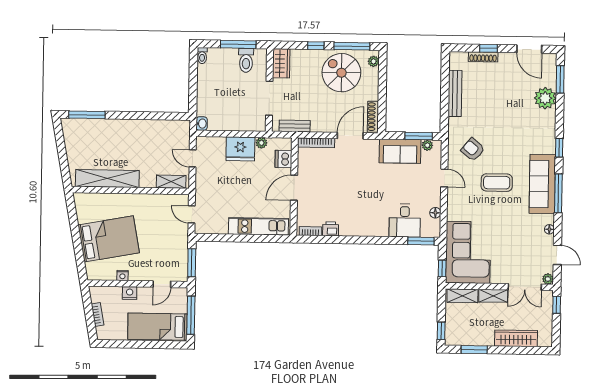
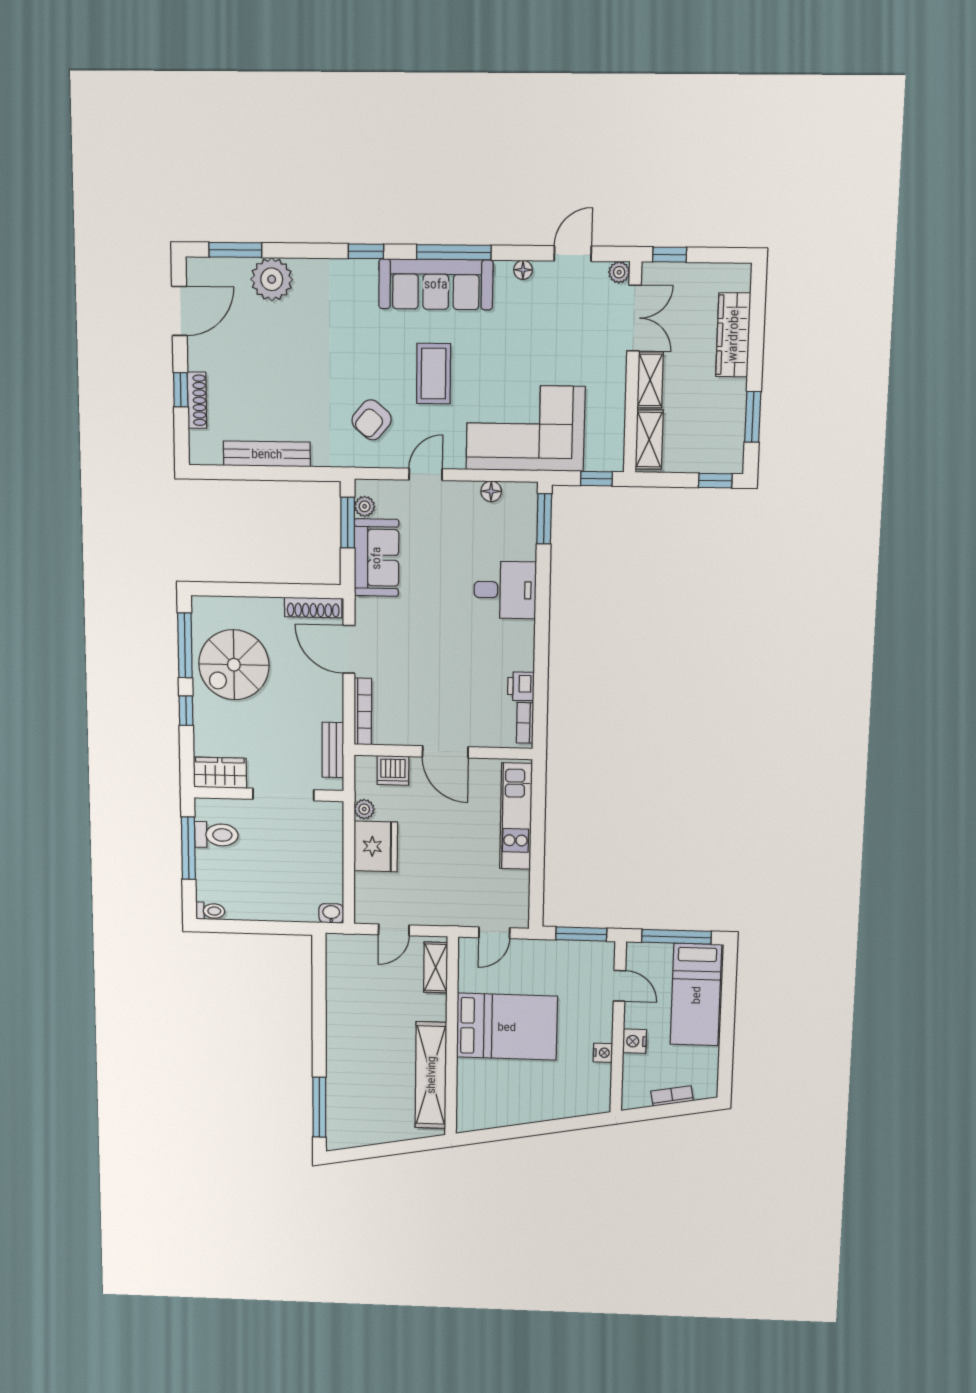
plant: (374, 61) -> (212, 606), removed
desk: (405, 221) -> (505, 590), moved
bed: (109, 239) -> (507, 1027), moved, turned 100
corner sofa: (468, 252) -> (525, 428), moved

